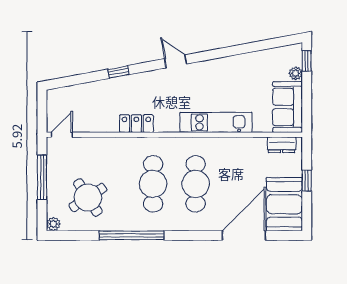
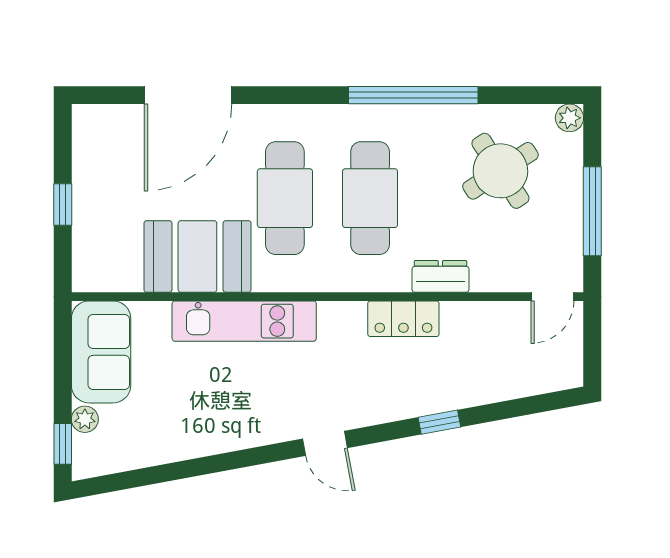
dresser: (282, 145) -> (440, 276), moved
booth: (284, 204) -> (197, 256), moved, turned 90

